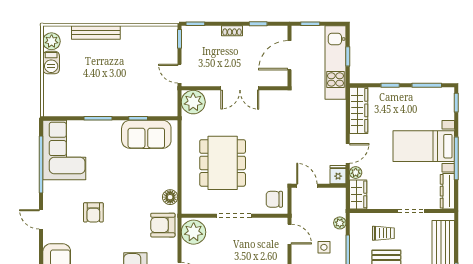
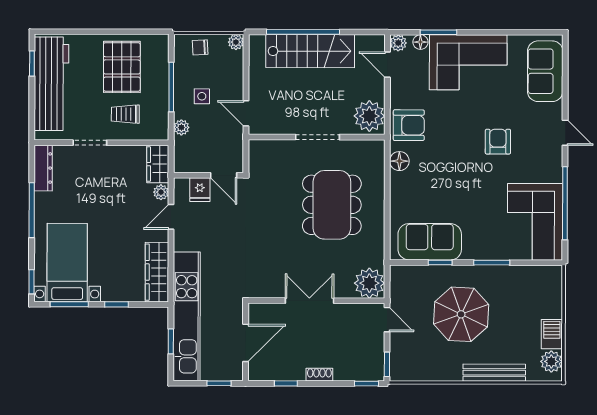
kitchen unit: (336, 63) -> (187, 316), width x1.36
parasol: (122, 78) -> (461, 314), added
bed with nightstands: (424, 146) -> (67, 263), moved, turned -90
fridge: (338, 175) -> (200, 190), moved
chair: (274, 199) -> (265, 158), removed

